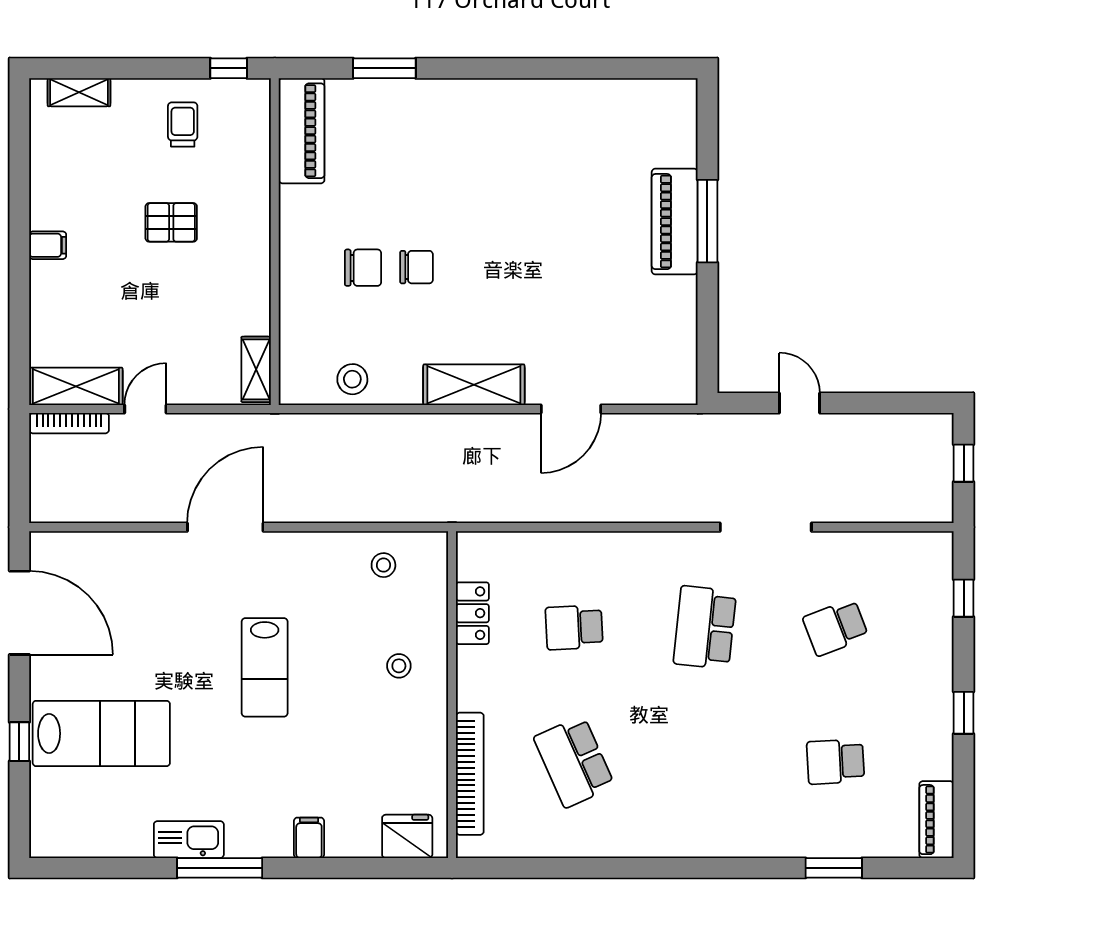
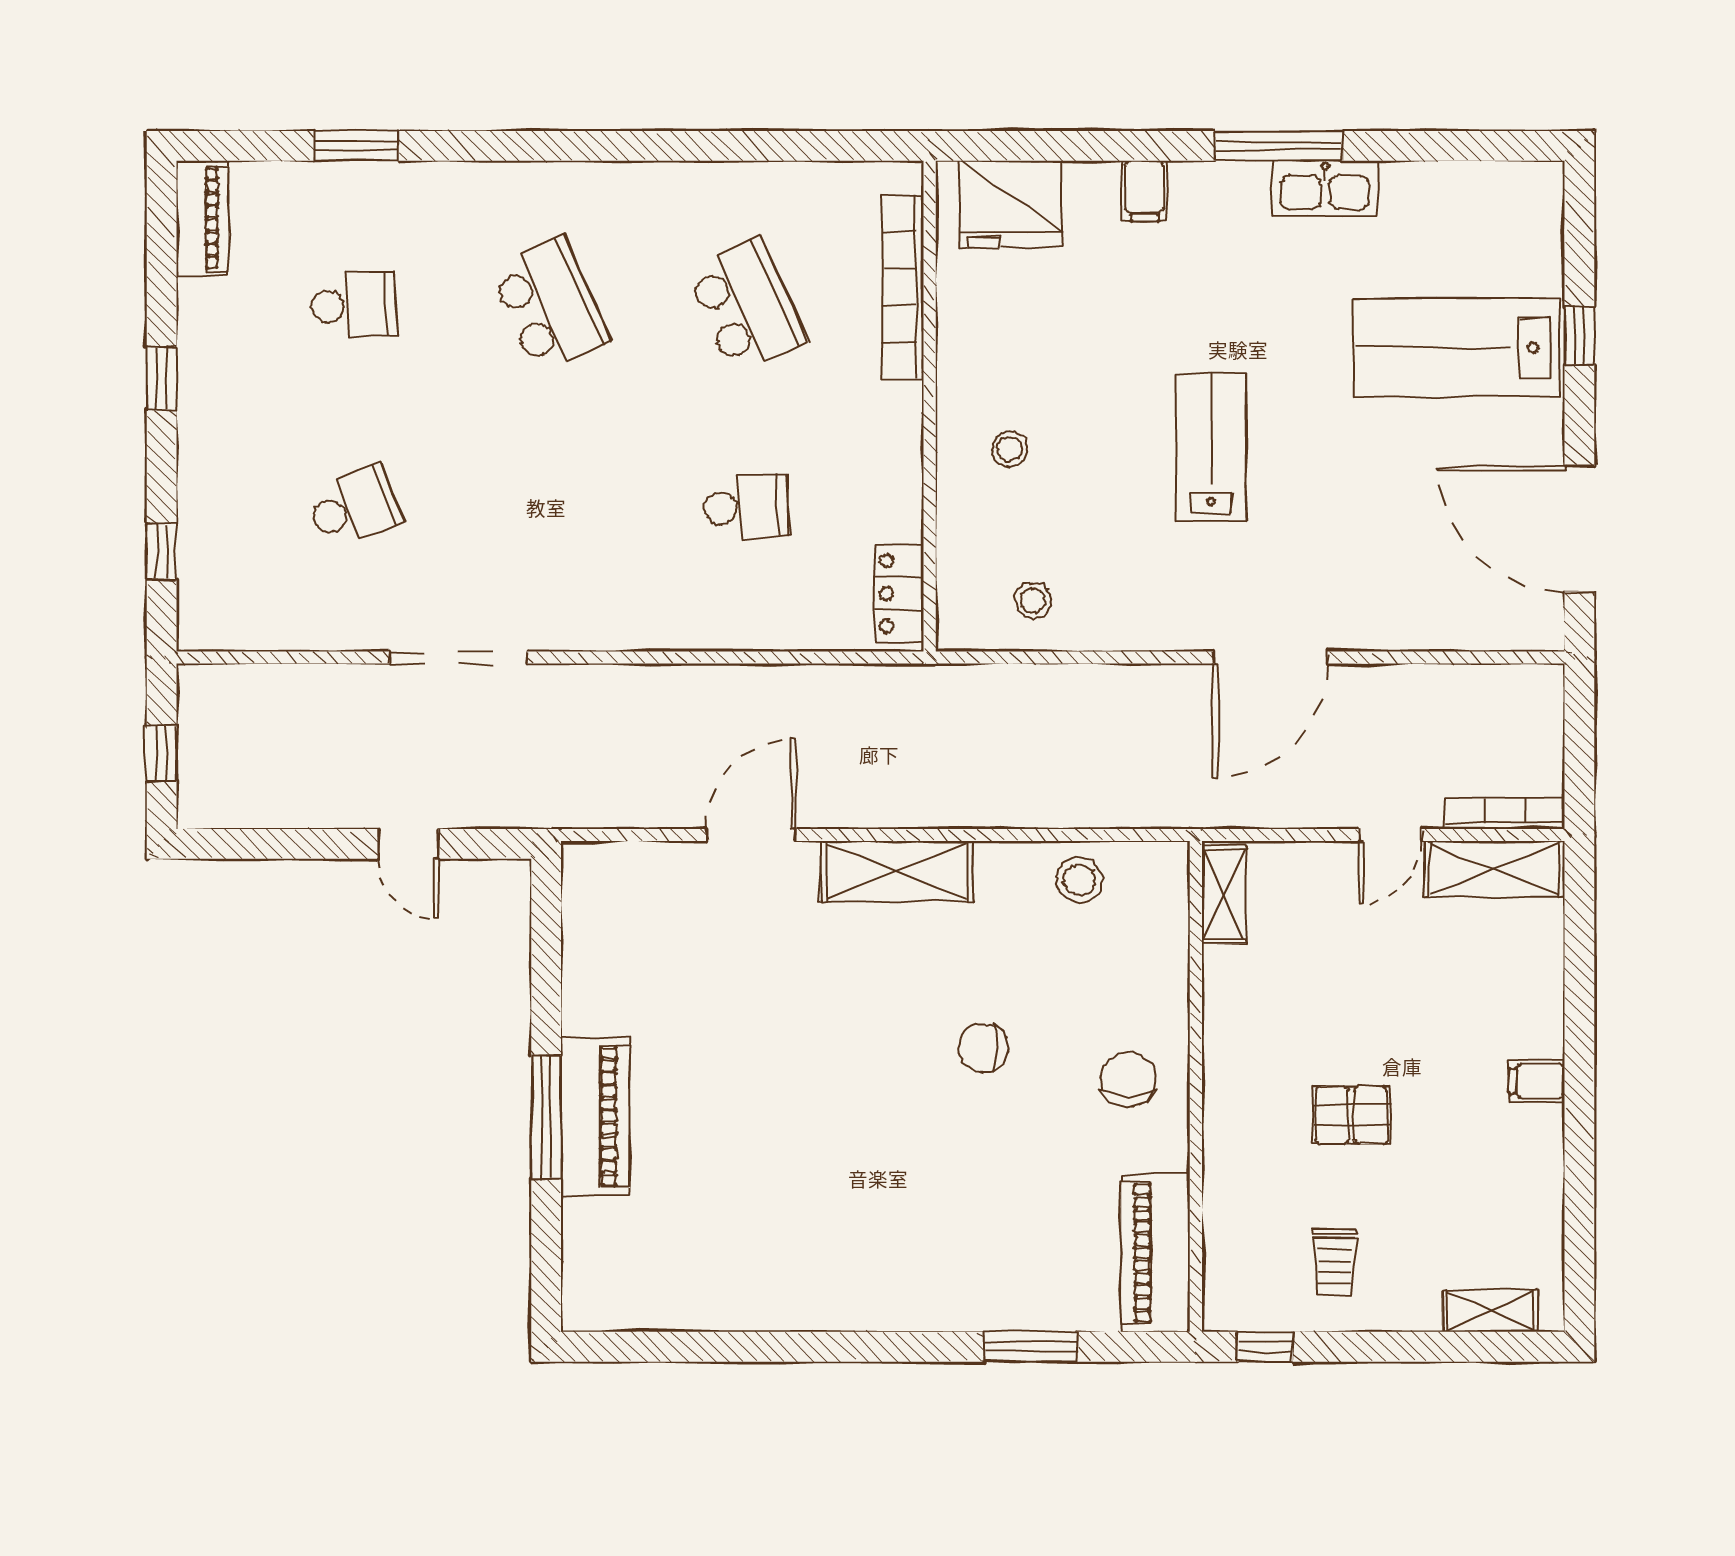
chair: (363, 268) -> (1128, 1079), moved, turned 90
locker: (472, 613) -> (899, 593), moved
school desk: (705, 627) -> (550, 305), moved, turned -30
fridge: (407, 836) -> (1011, 204), width x1.36, depth x1.34

